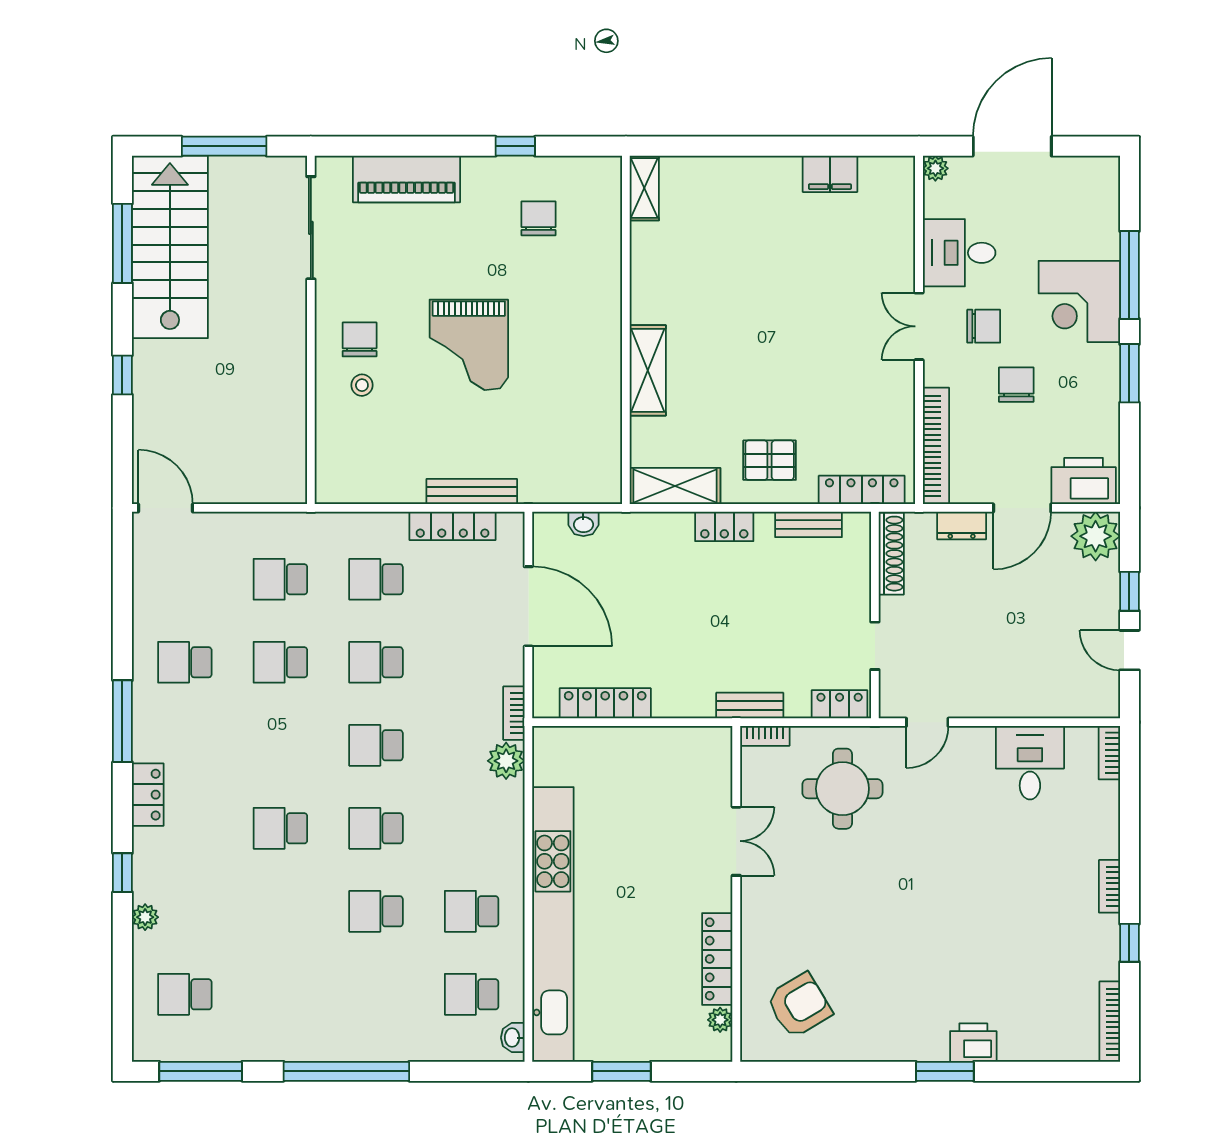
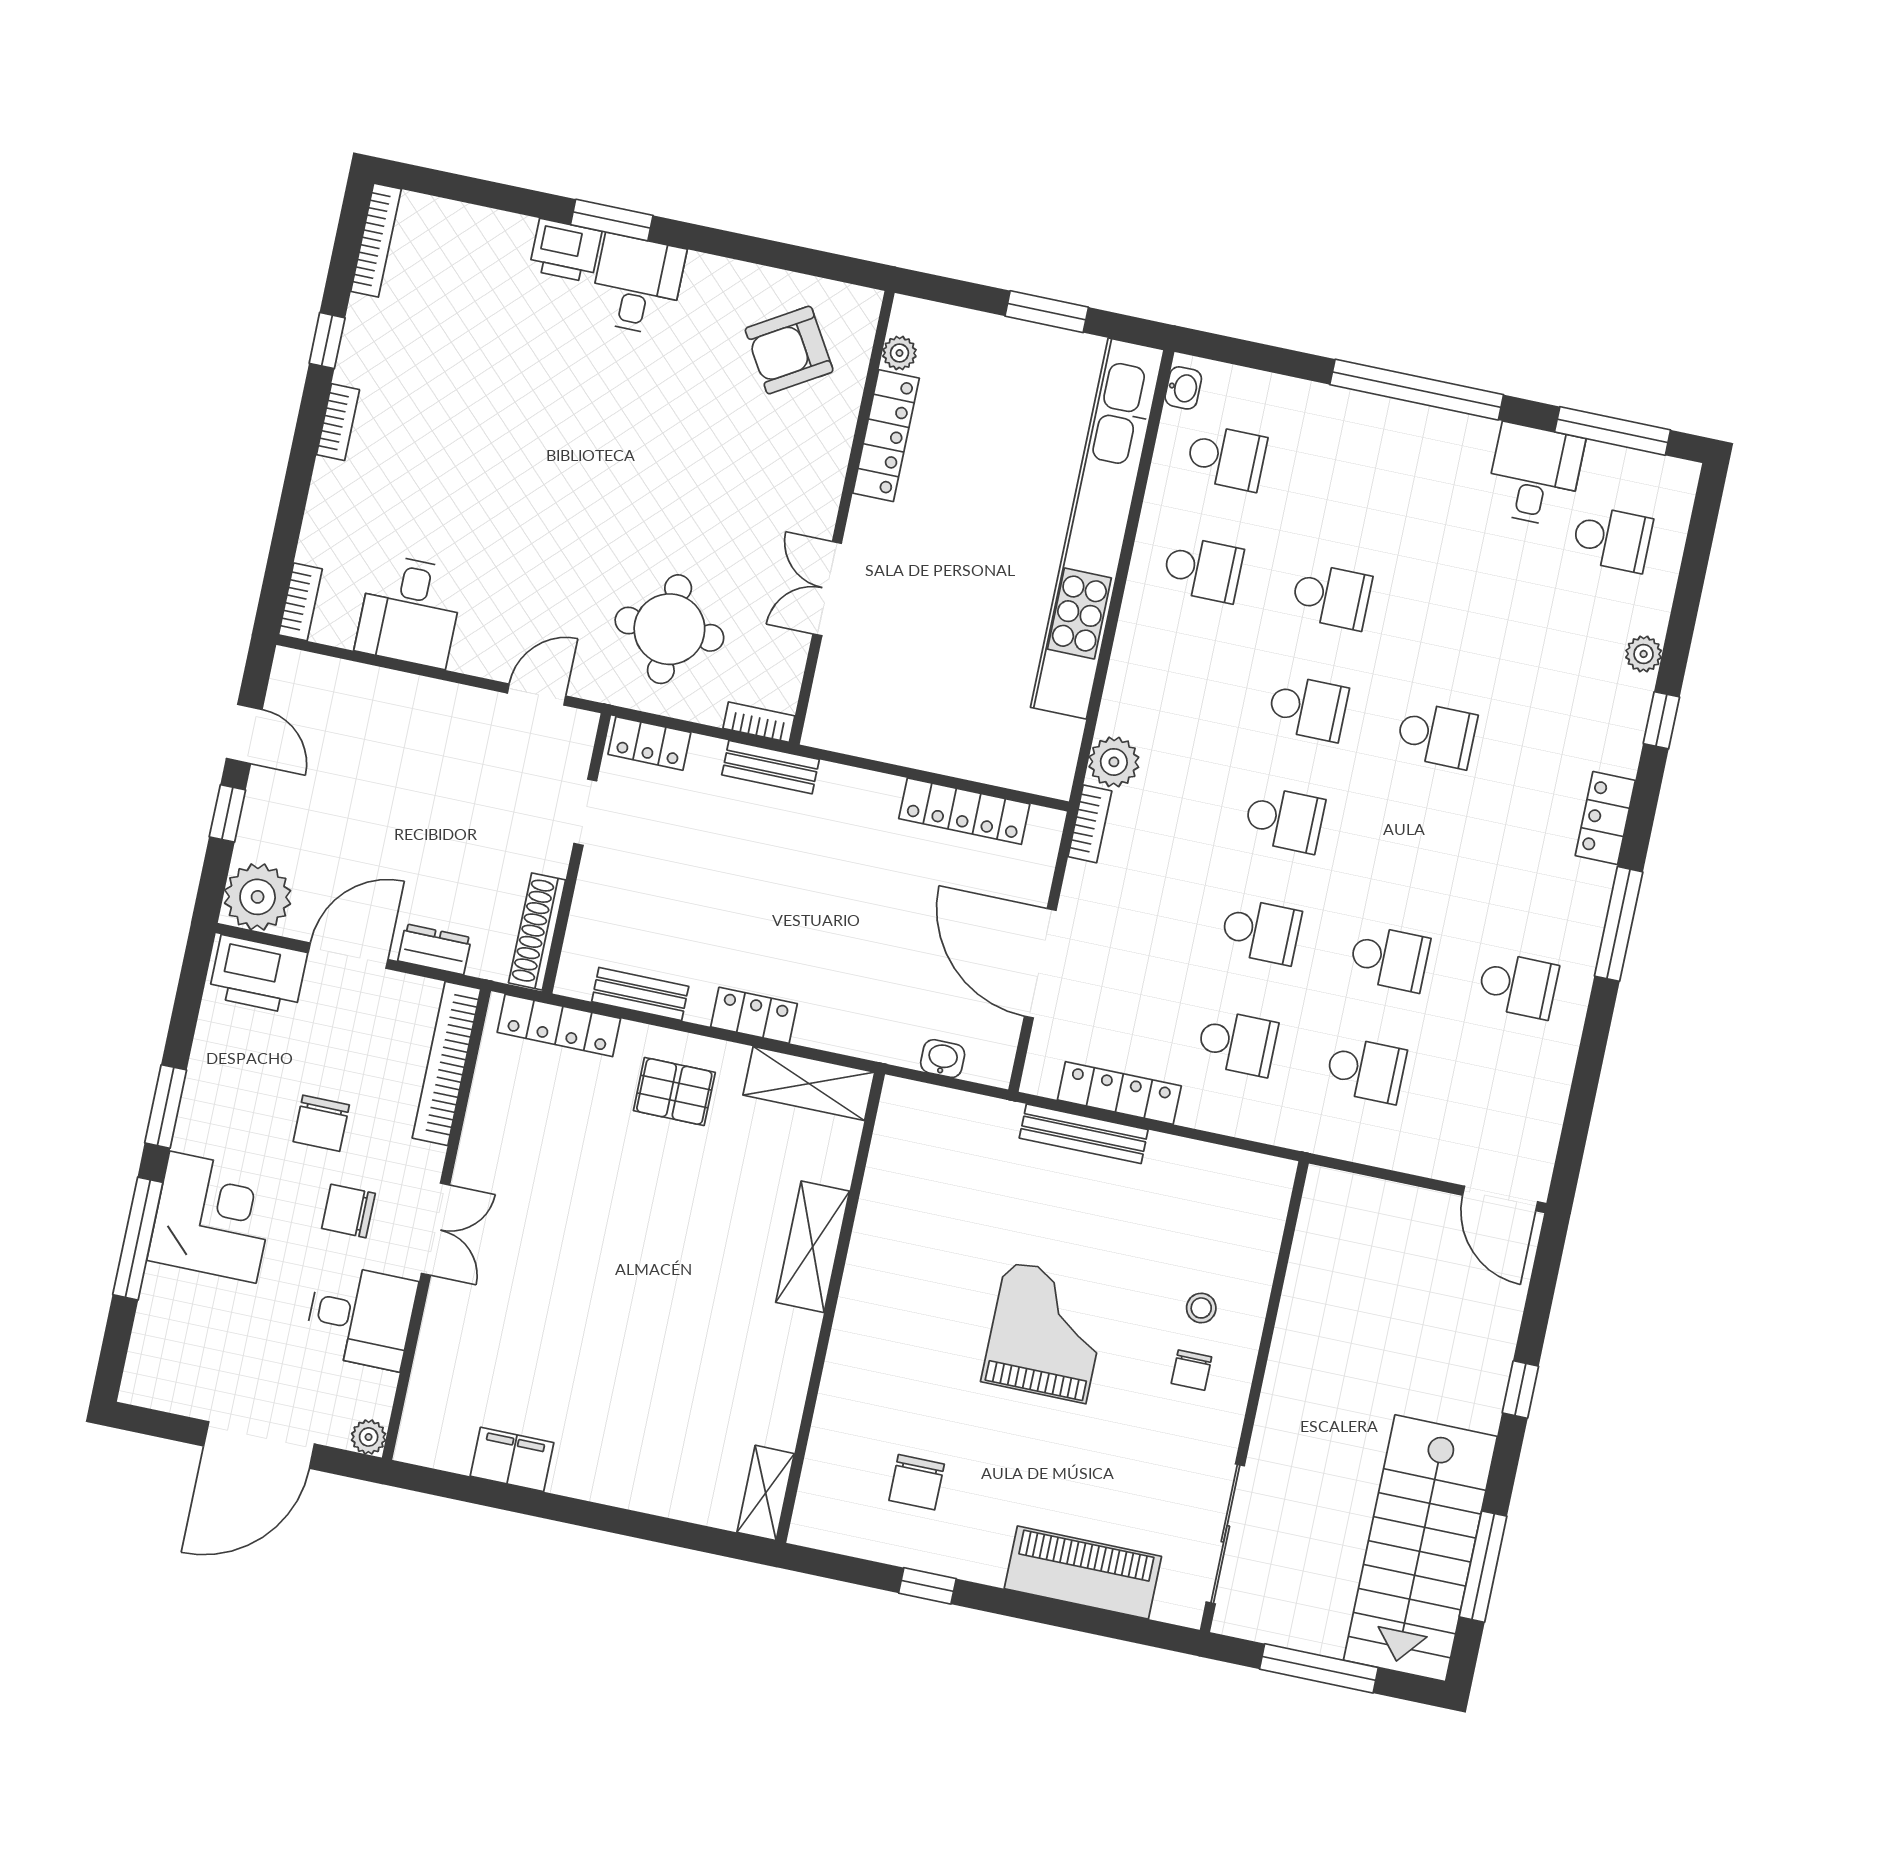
chair: (360, 339) -> (1191, 1370), width x0.73, depth x0.73
desk: (249, 1028) -> (1535, 475), added
desk: (917, 1029) -> (637, 285), added

